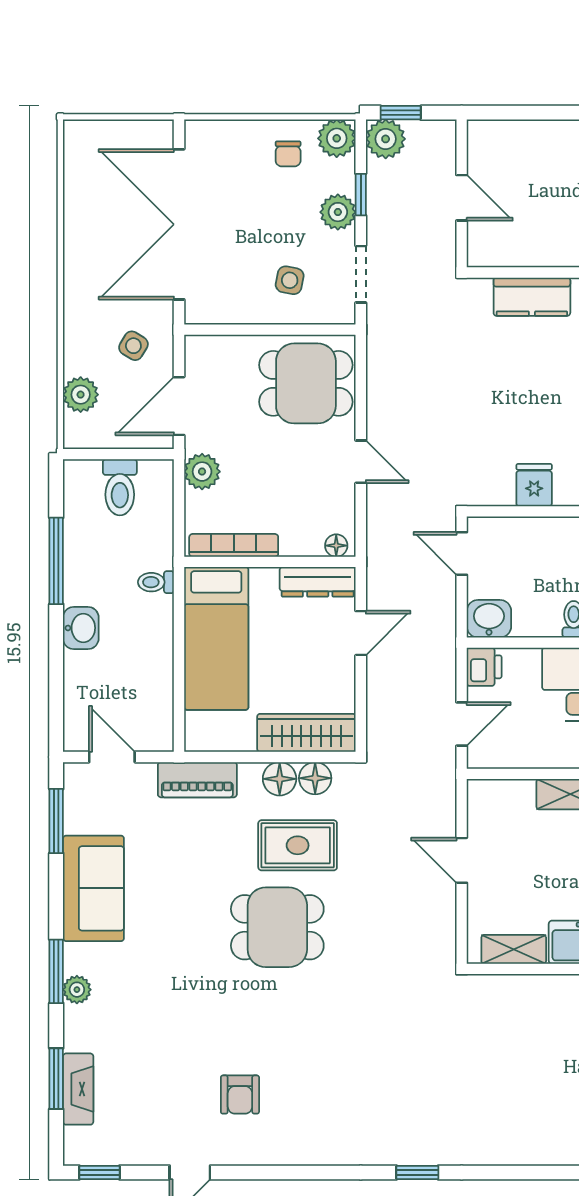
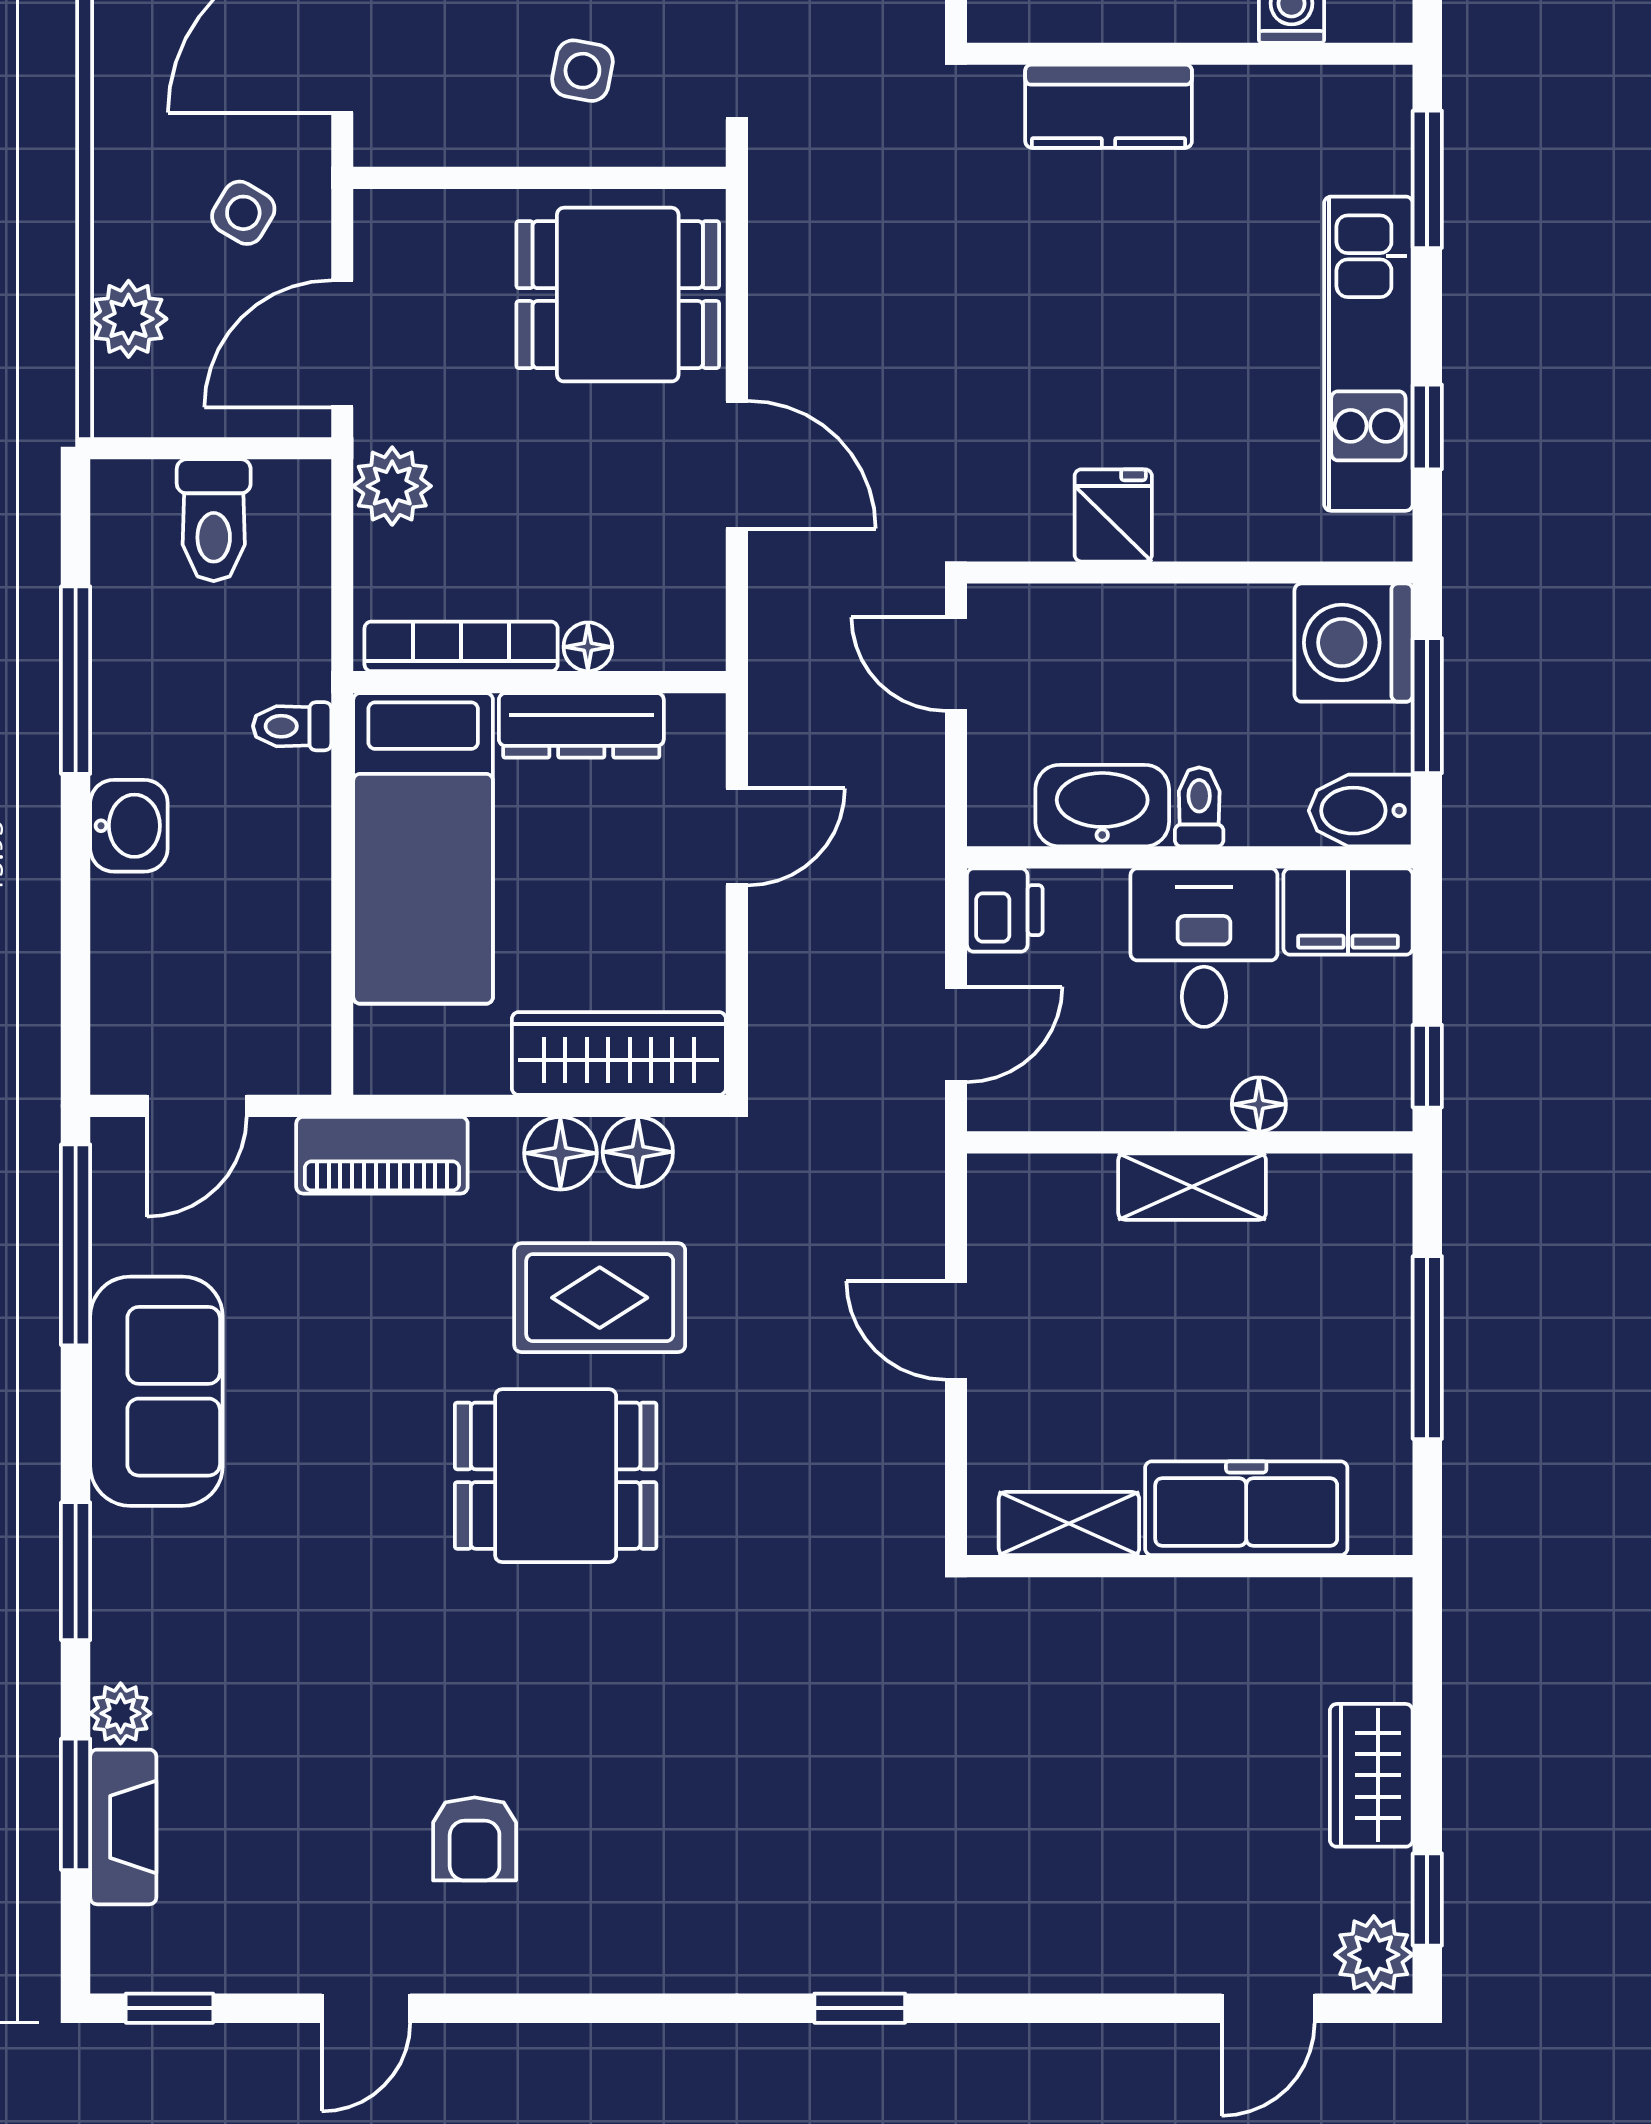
door: (361, 462) -> (737, 465), width x1.38
floor lamp: (336, 546) -> (588, 647), moved
dresser: (318, 582) -> (581, 725), moved
washbasin: (489, 619) -> (1102, 806), moved, width x1.38
door: (112, 757) -> (197, 1106), swing flipped
window: (56, 821) -> (76, 1245), width x1.44
plant: (77, 990) -> (121, 1713), moved

